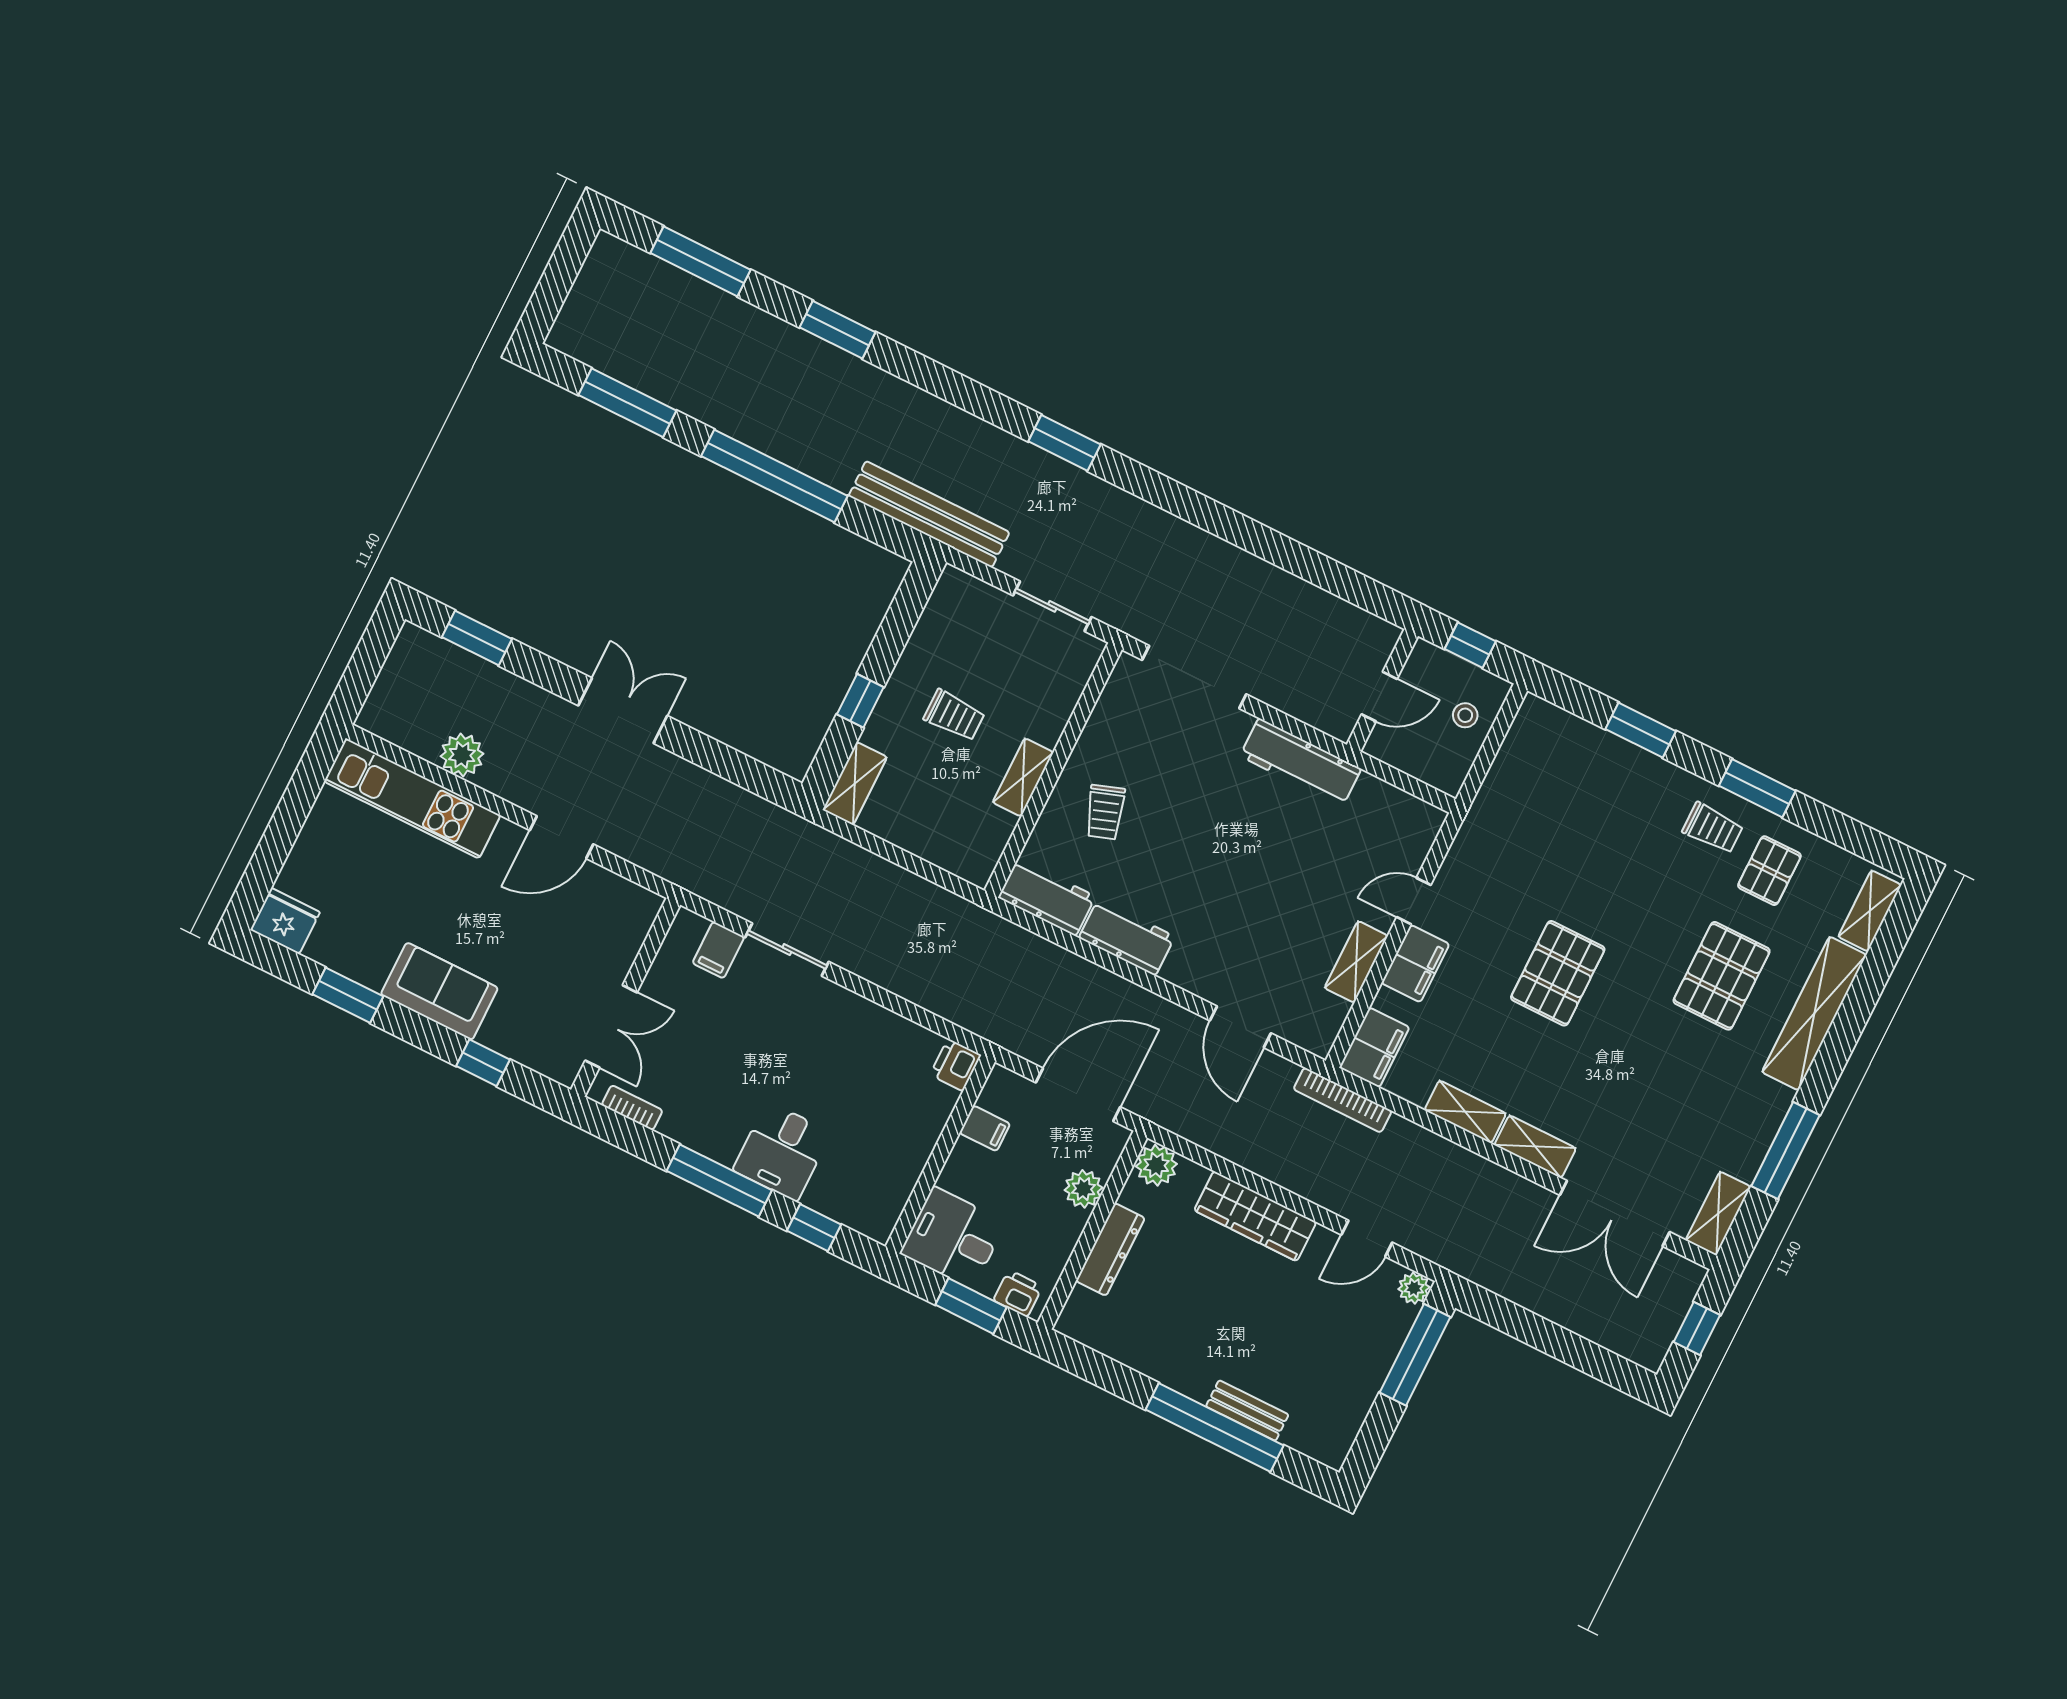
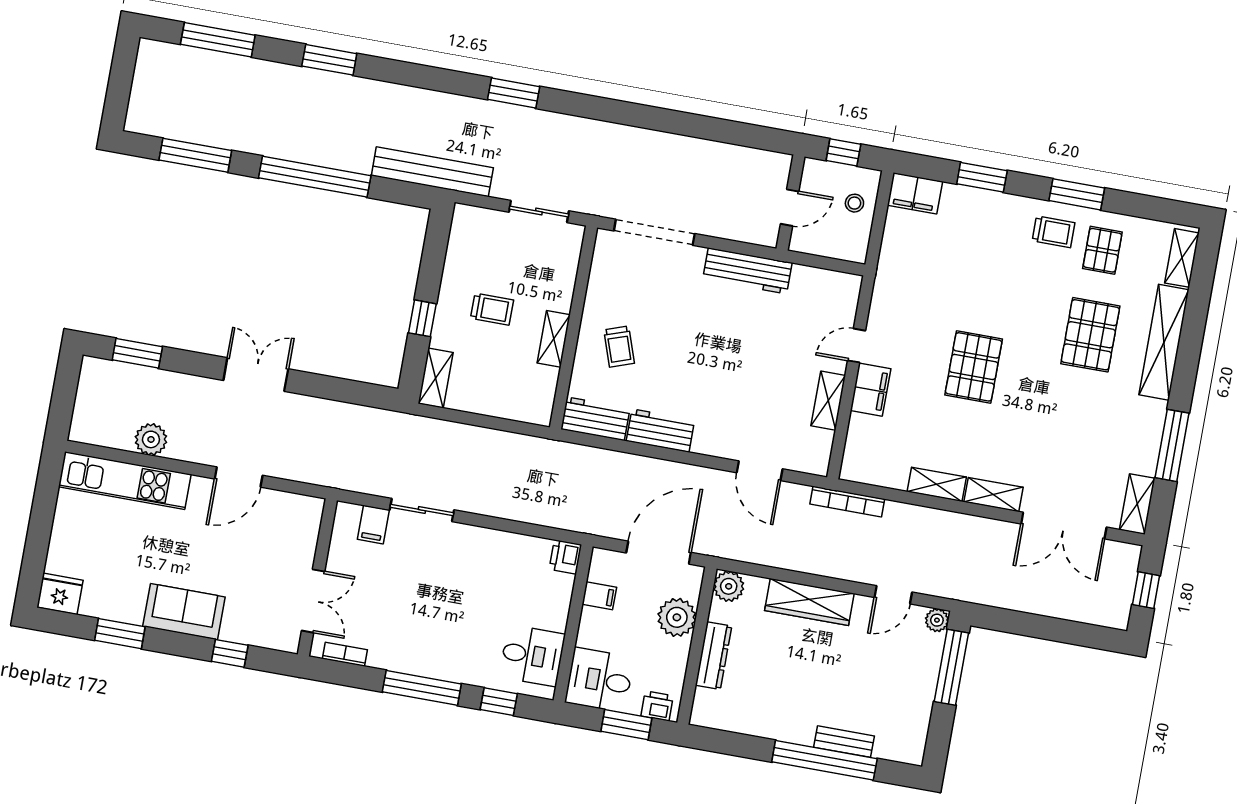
filing cabinet: (1374, 1047) -> (915, 193), moved, turned 90
desk: (782, 1151) -> (532, 656), moved, turned -90
plant: (1083, 1189) -> (677, 617), width x1.36, depth x1.36

